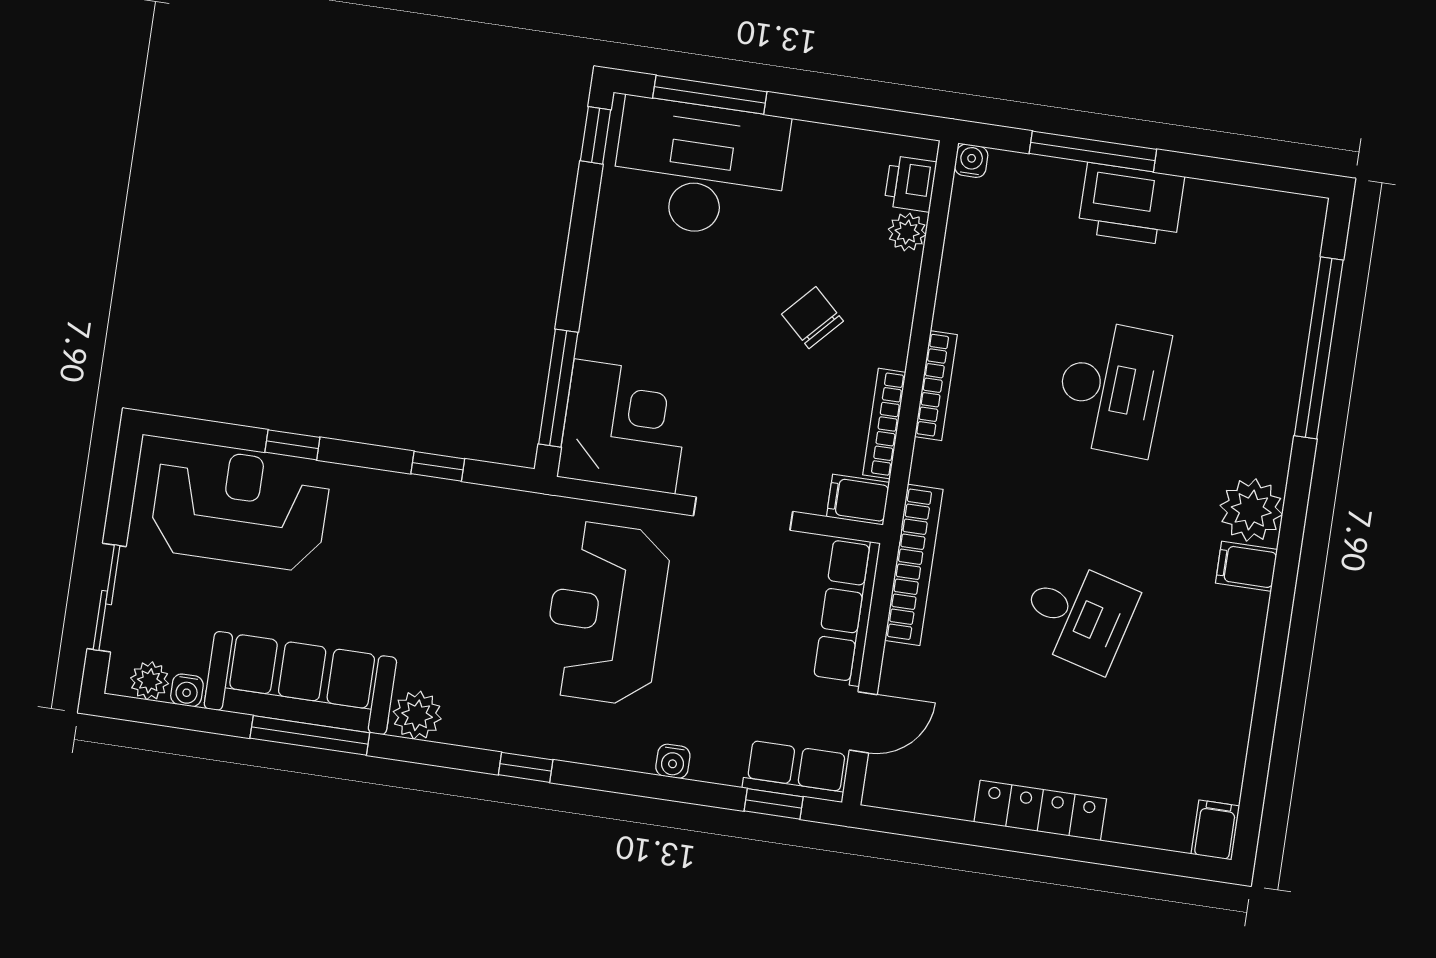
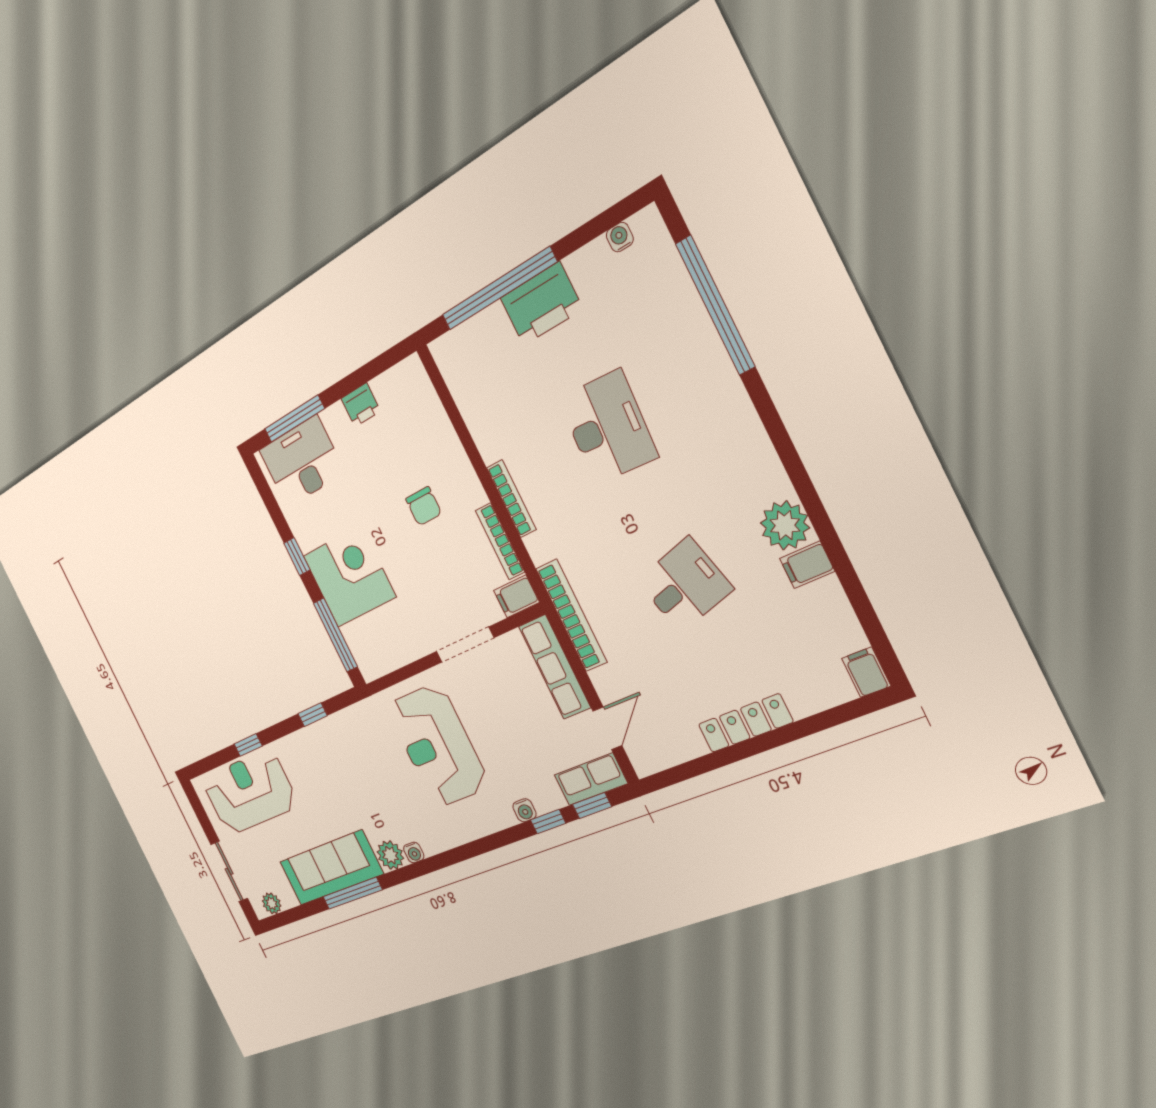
window: (596, 135) -> (297, 556), moved
window: (1093, 151) -> (499, 289), width x1.46
water cooler: (971, 161) -> (620, 237), moved
desk: (700, 169) -> (302, 461), width x0.73, depth x0.77
printer: (910, 184) -> (361, 405), moved, turned -90
plant: (907, 232) -> (436, 419), removed
chair: (812, 318) -> (424, 506), turned -133
corner desk: (624, 426) -> (349, 576), moved
plant: (1251, 510) -> (785, 525), moved
filing cabinet: (1246, 566) -> (807, 565), moved
desk: (1078, 615) -> (685, 585), turned -30
water cooler: (187, 690) -> (414, 852), moved
window: (526, 767) -> (548, 822), moved

